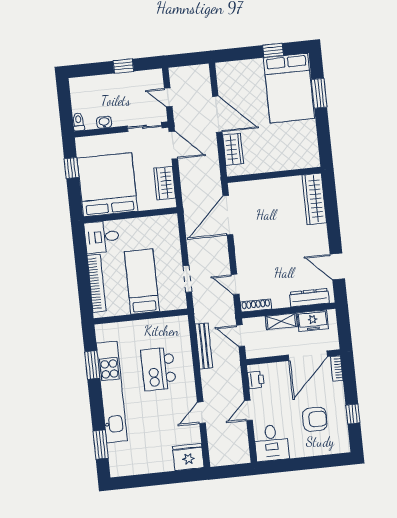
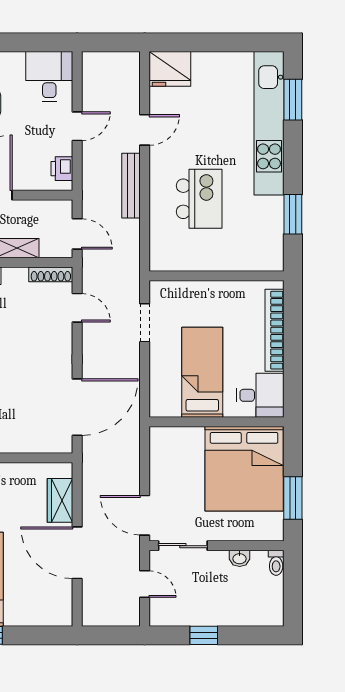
window: (72, 168) -> (293, 498), width x1.50
wardrobe: (165, 183) -> (162, 463), removed
bed: (142, 282) -> (202, 372), moved, turned 180
bench: (204, 346) -> (131, 186), moved
kitchen unit: (112, 392) -> (269, 123), moved

